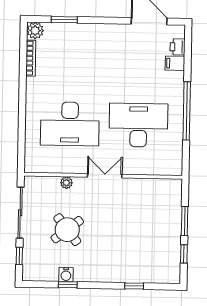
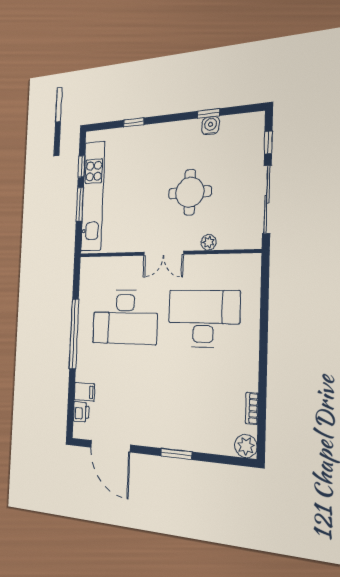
window: (64, 20) -> (176, 454), moved
bookcase: (31, 58) -> (252, 408), width x0.64
kitchen unit: (172, 227) -> (93, 196), added
round table: (67, 230) -> (190, 192), moved, turned 38

